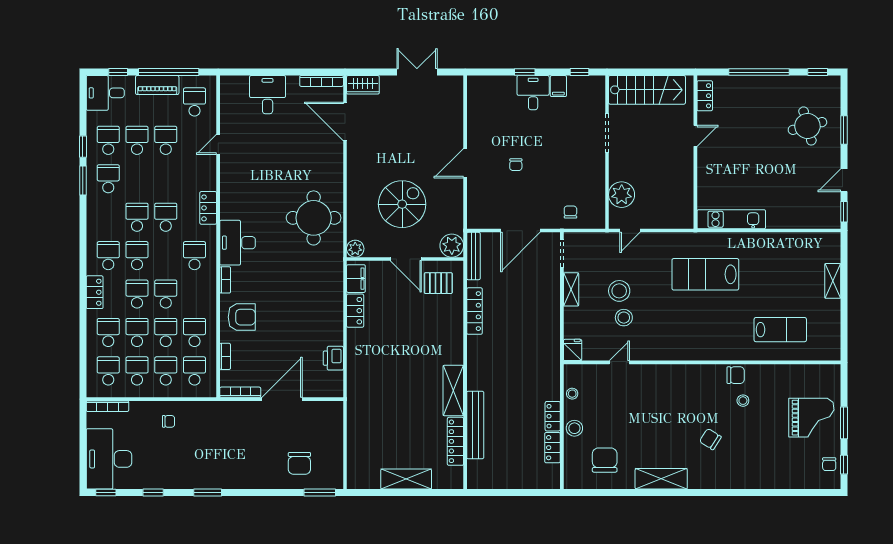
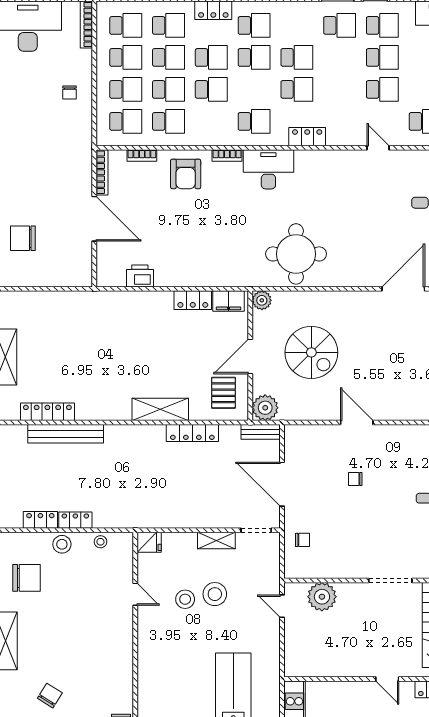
bench: (473, 256) -> (261, 432), width x0.73
shelving: (453, 390) -> (160, 409), moved

